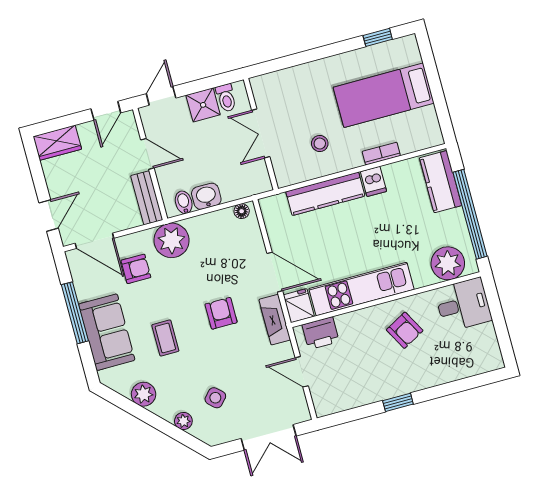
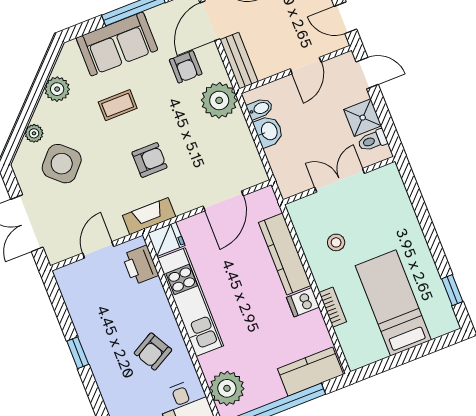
bench: (147, 198) -> (239, 61), moved, turned 90
floor lamp: (242, 211) -> (257, 169), removed
door: (275, 272) -> (223, 201), moved
side table: (215, 398) -> (62, 164), width x1.87, depth x1.87

